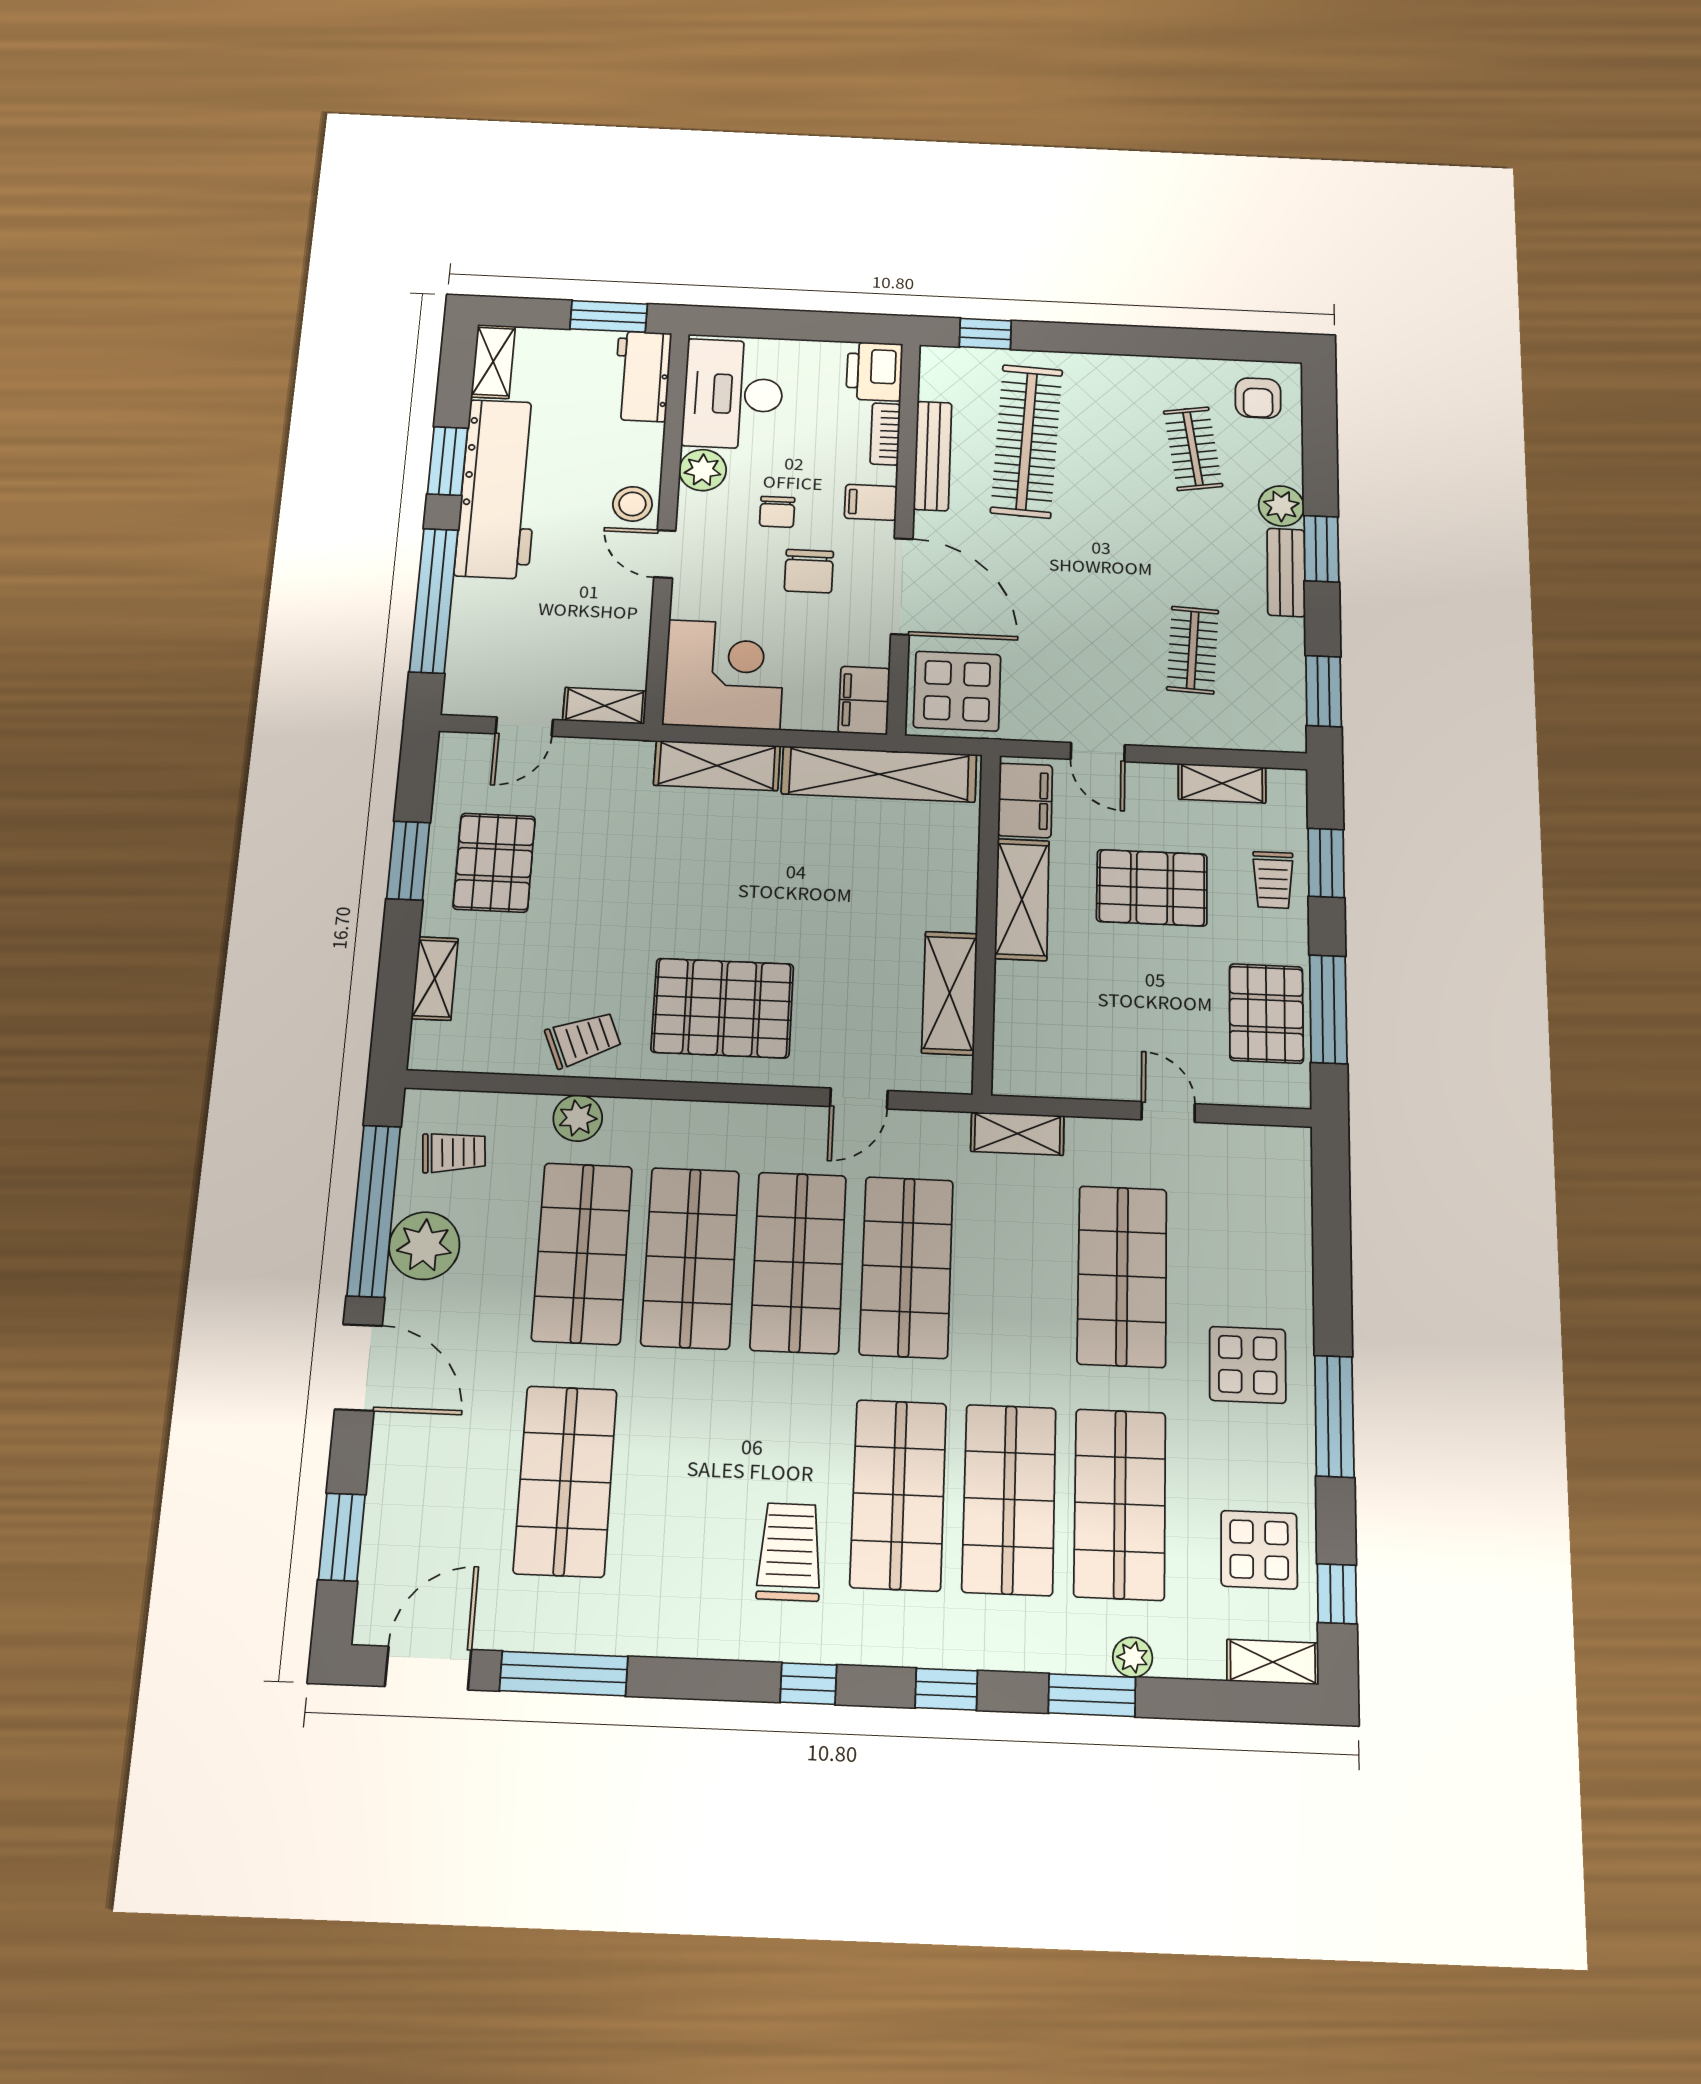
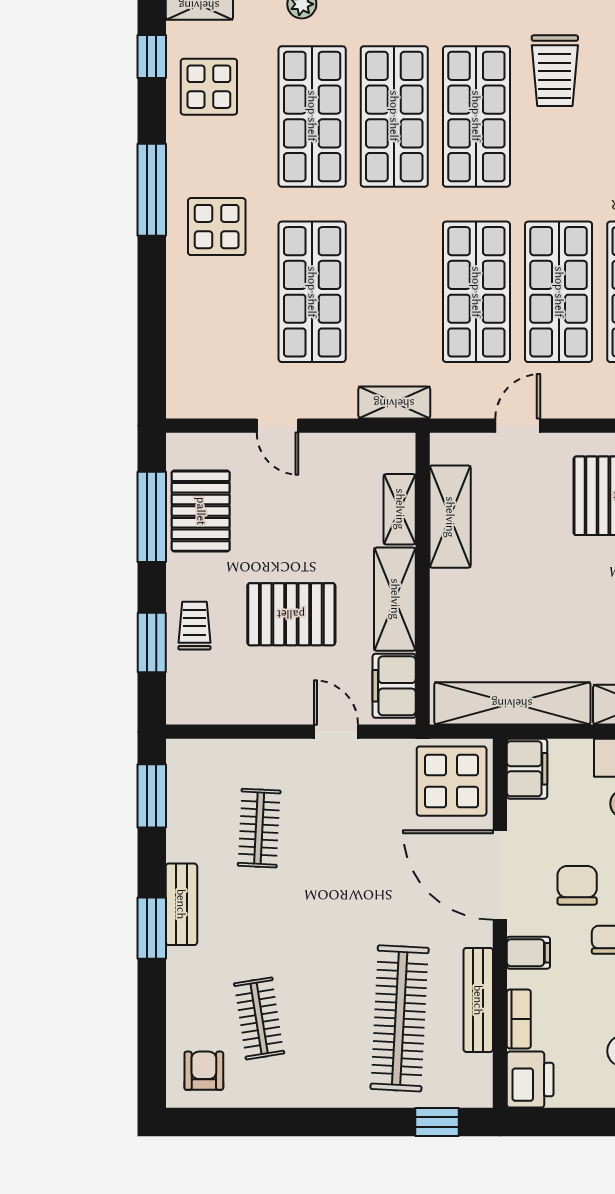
plant: (1281, 506) -> (185, 967), removed
shelving: (1222, 783) -> (400, 509), moved, turned 90

